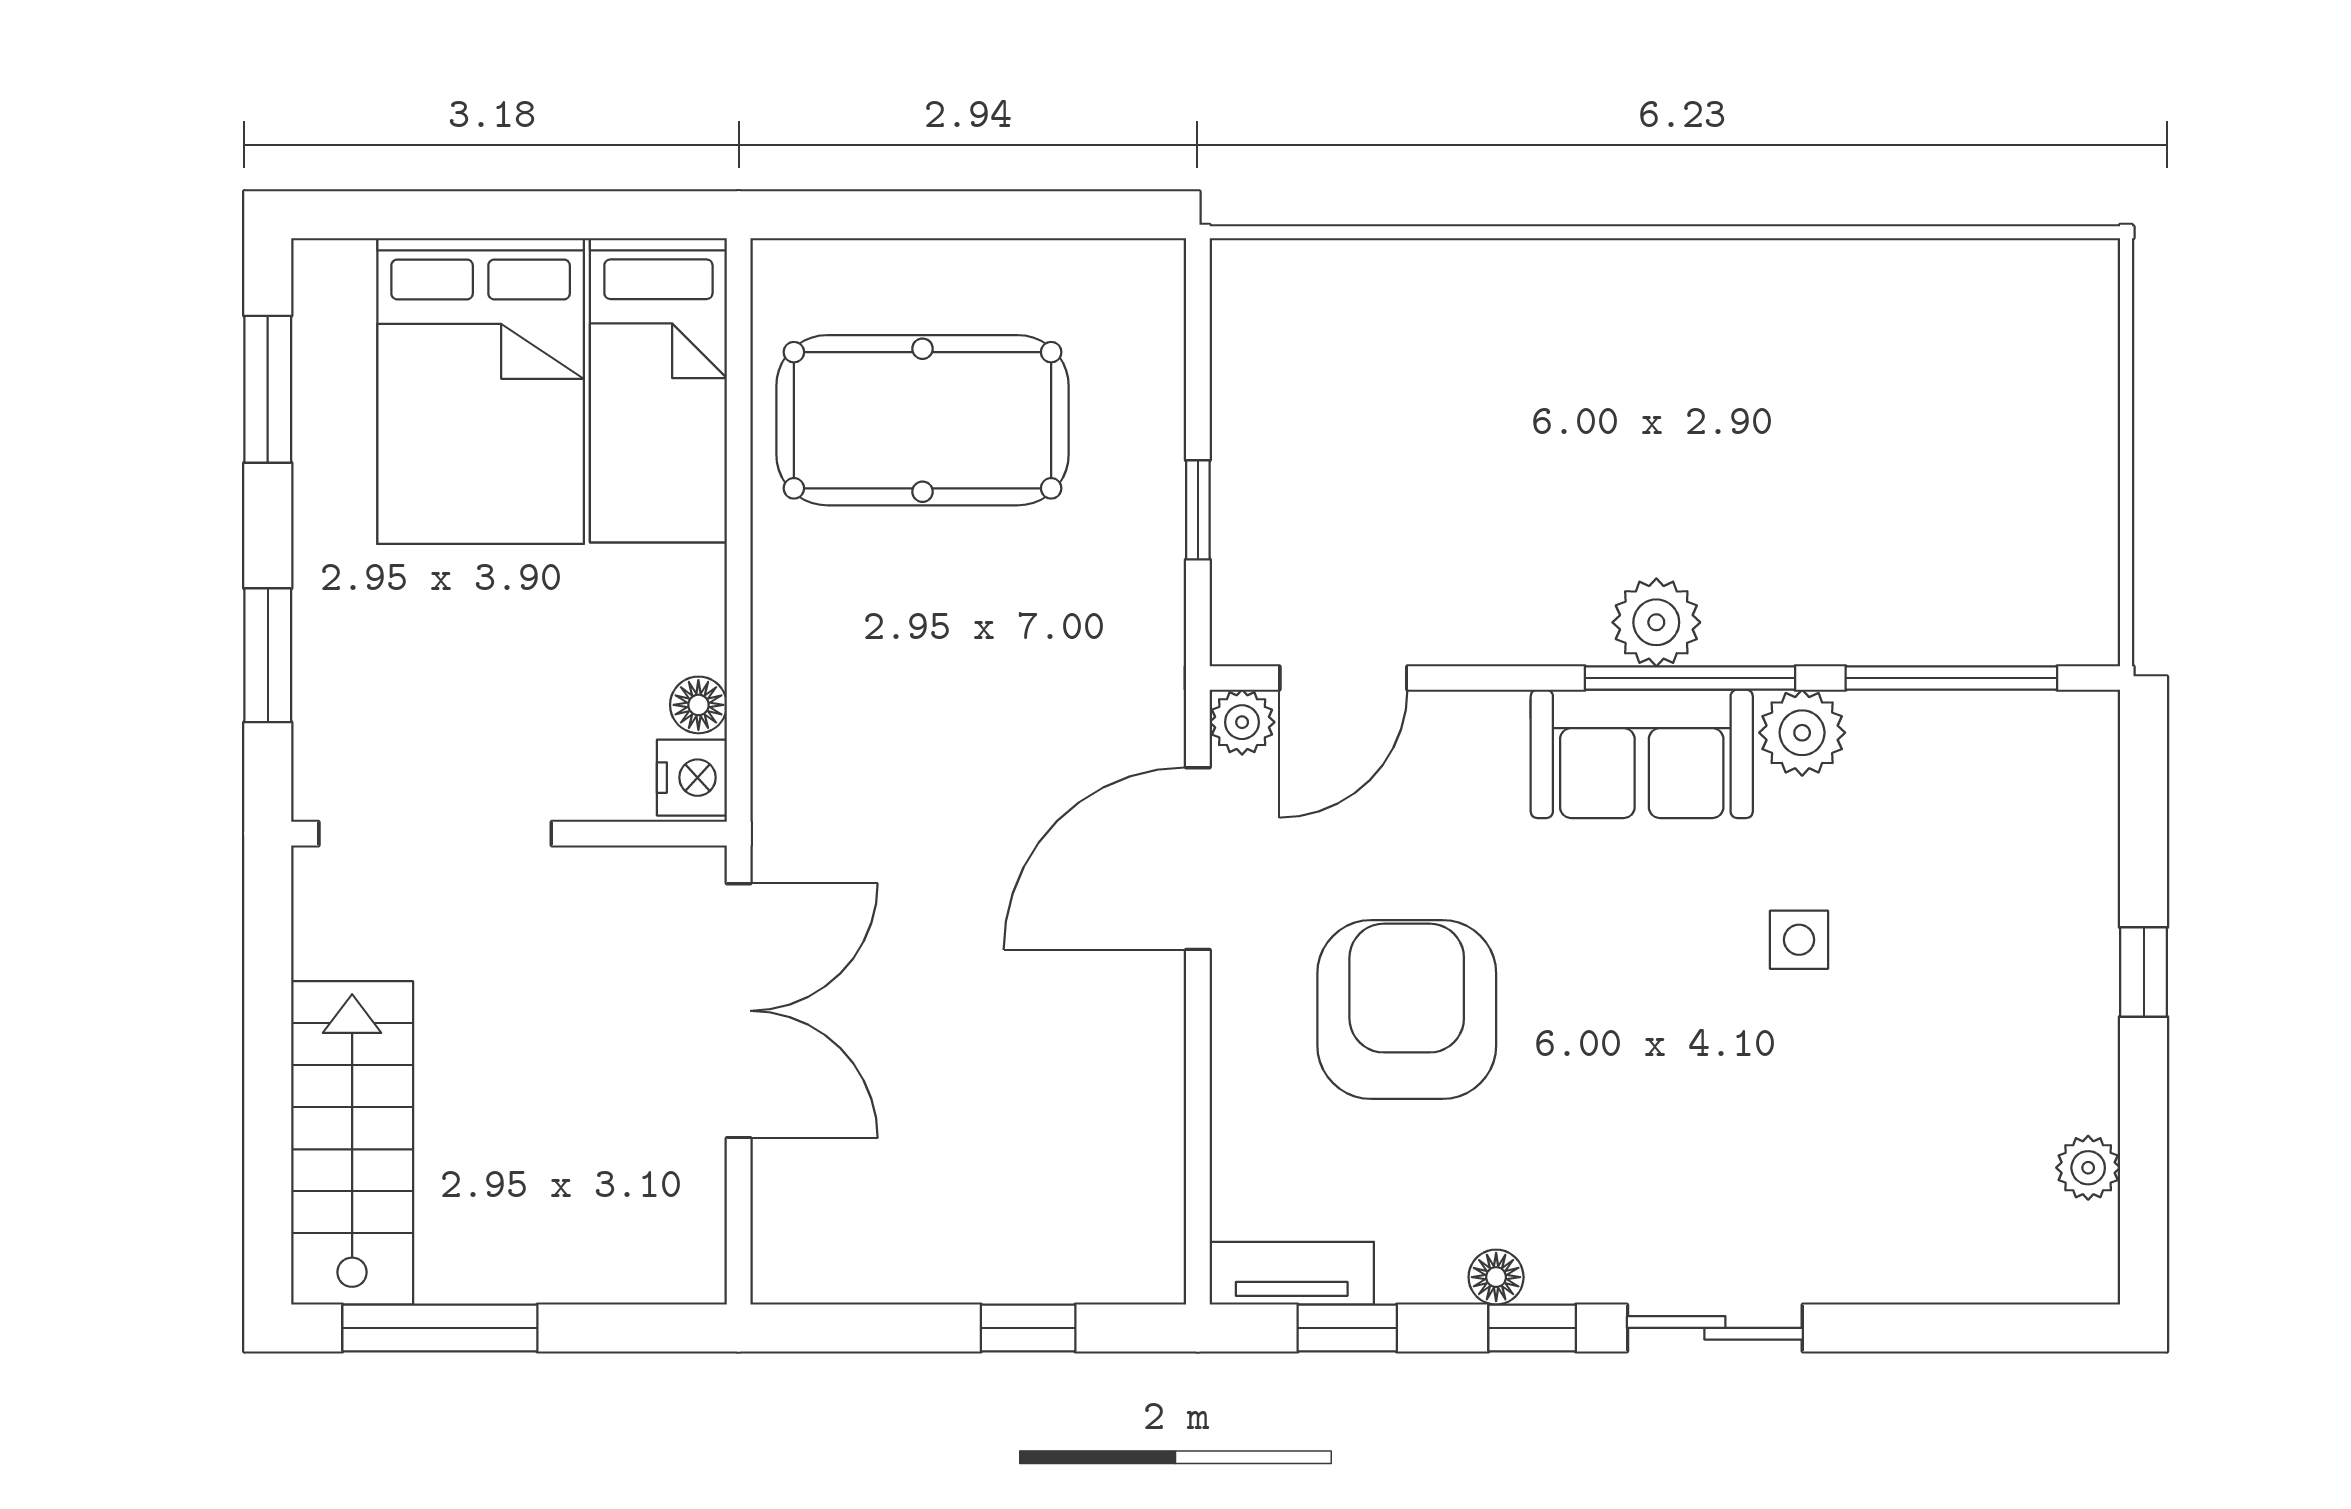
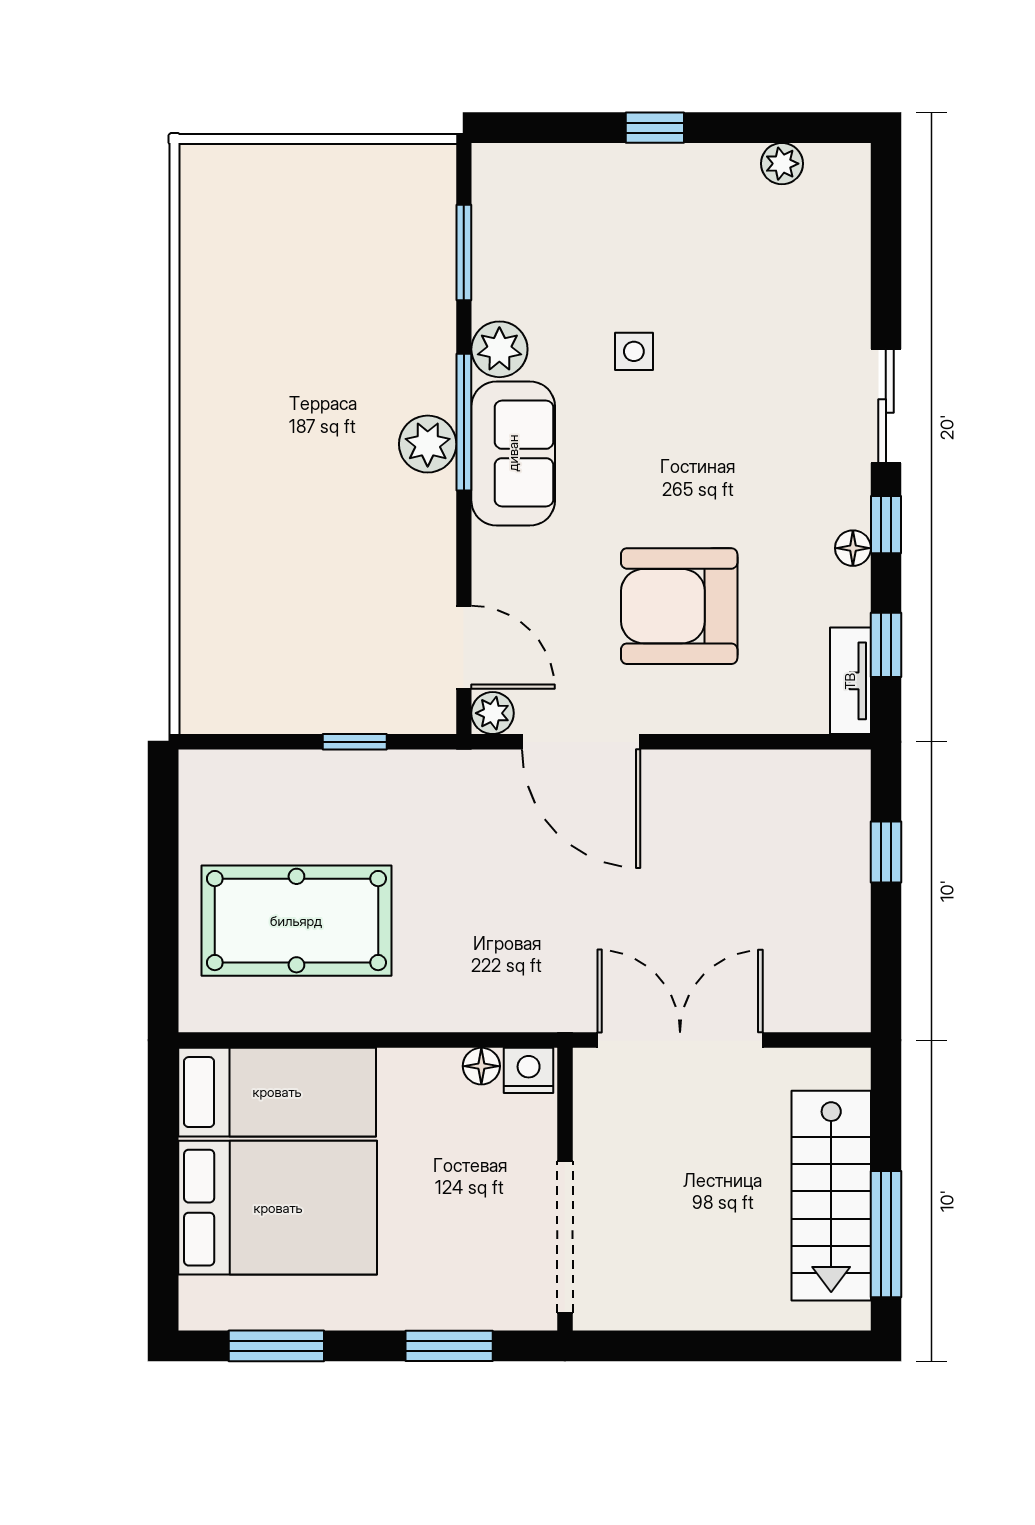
pool table: (923, 420) -> (296, 921), turned 90
window: (1951, 678) -> (464, 252), width x0.69
stairs: (352, 1143) -> (831, 1196), moved, turned -90

